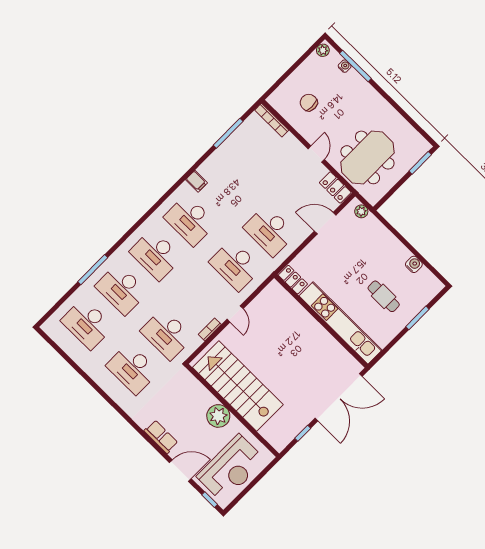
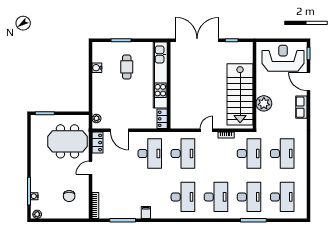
filing cabinet: (196, 181) -> (146, 213), moved
plant: (218, 416) -> (264, 103), moved

